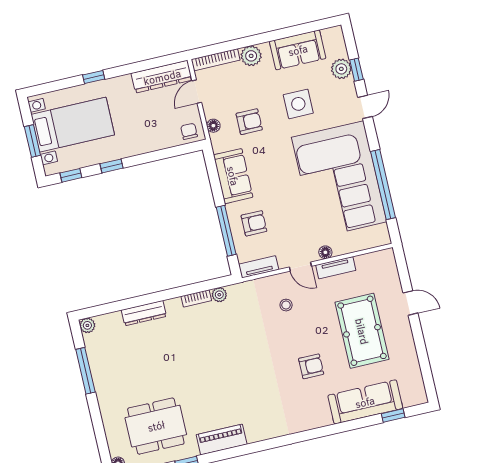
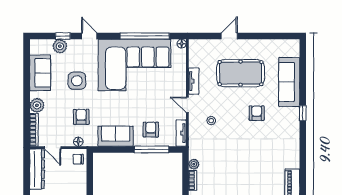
floor lamp: (325, 252) -> (182, 44), moved
door: (300, 267) -> (187, 105), swing flipped
window: (393, 415) -> (303, 113), moved

